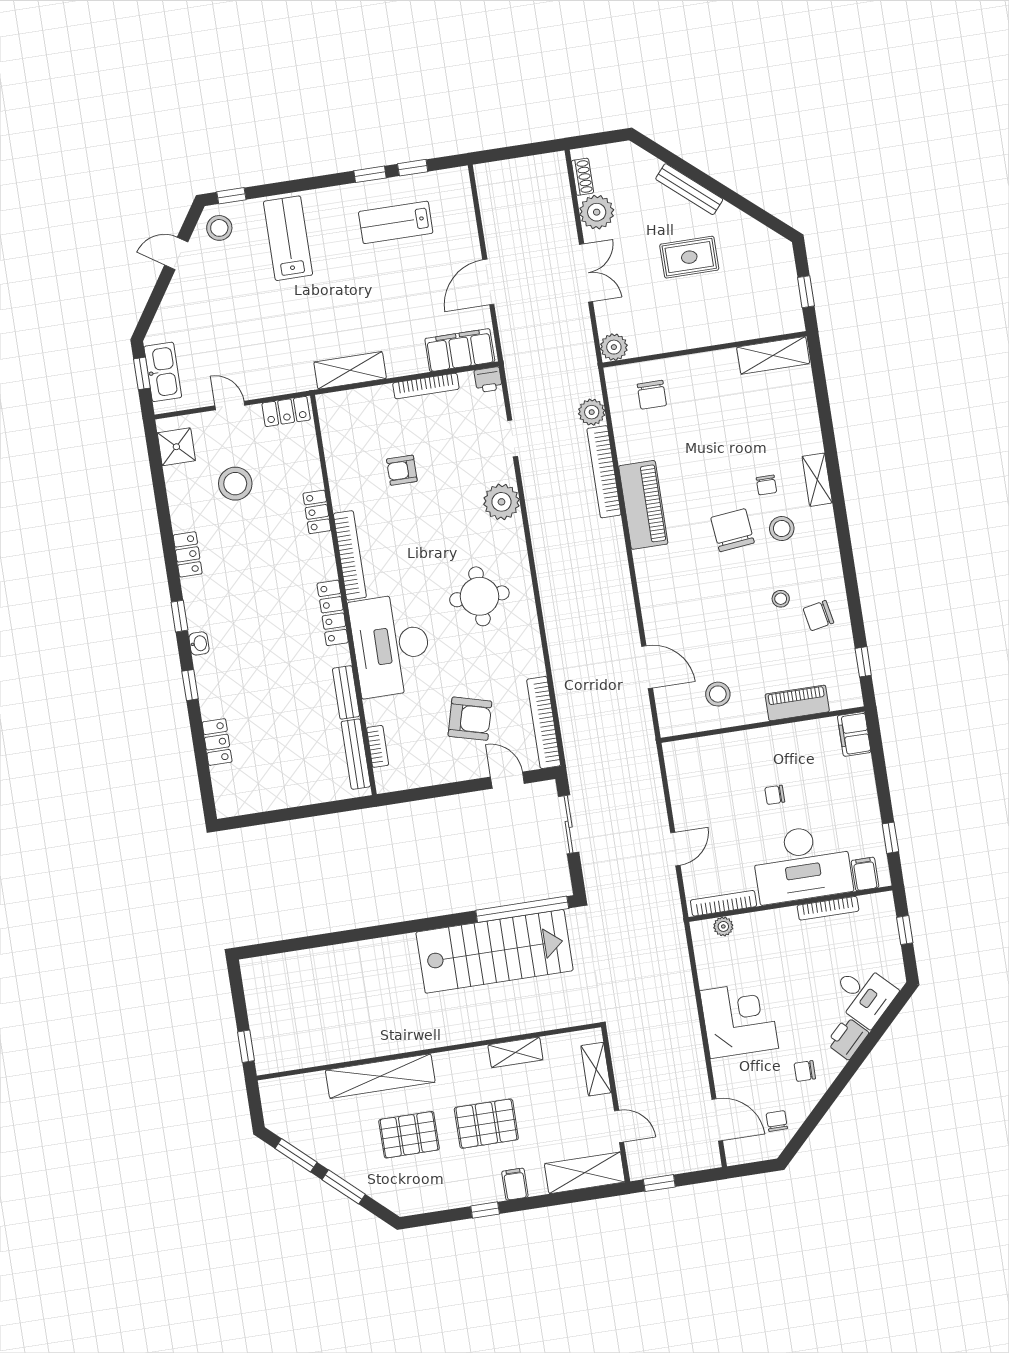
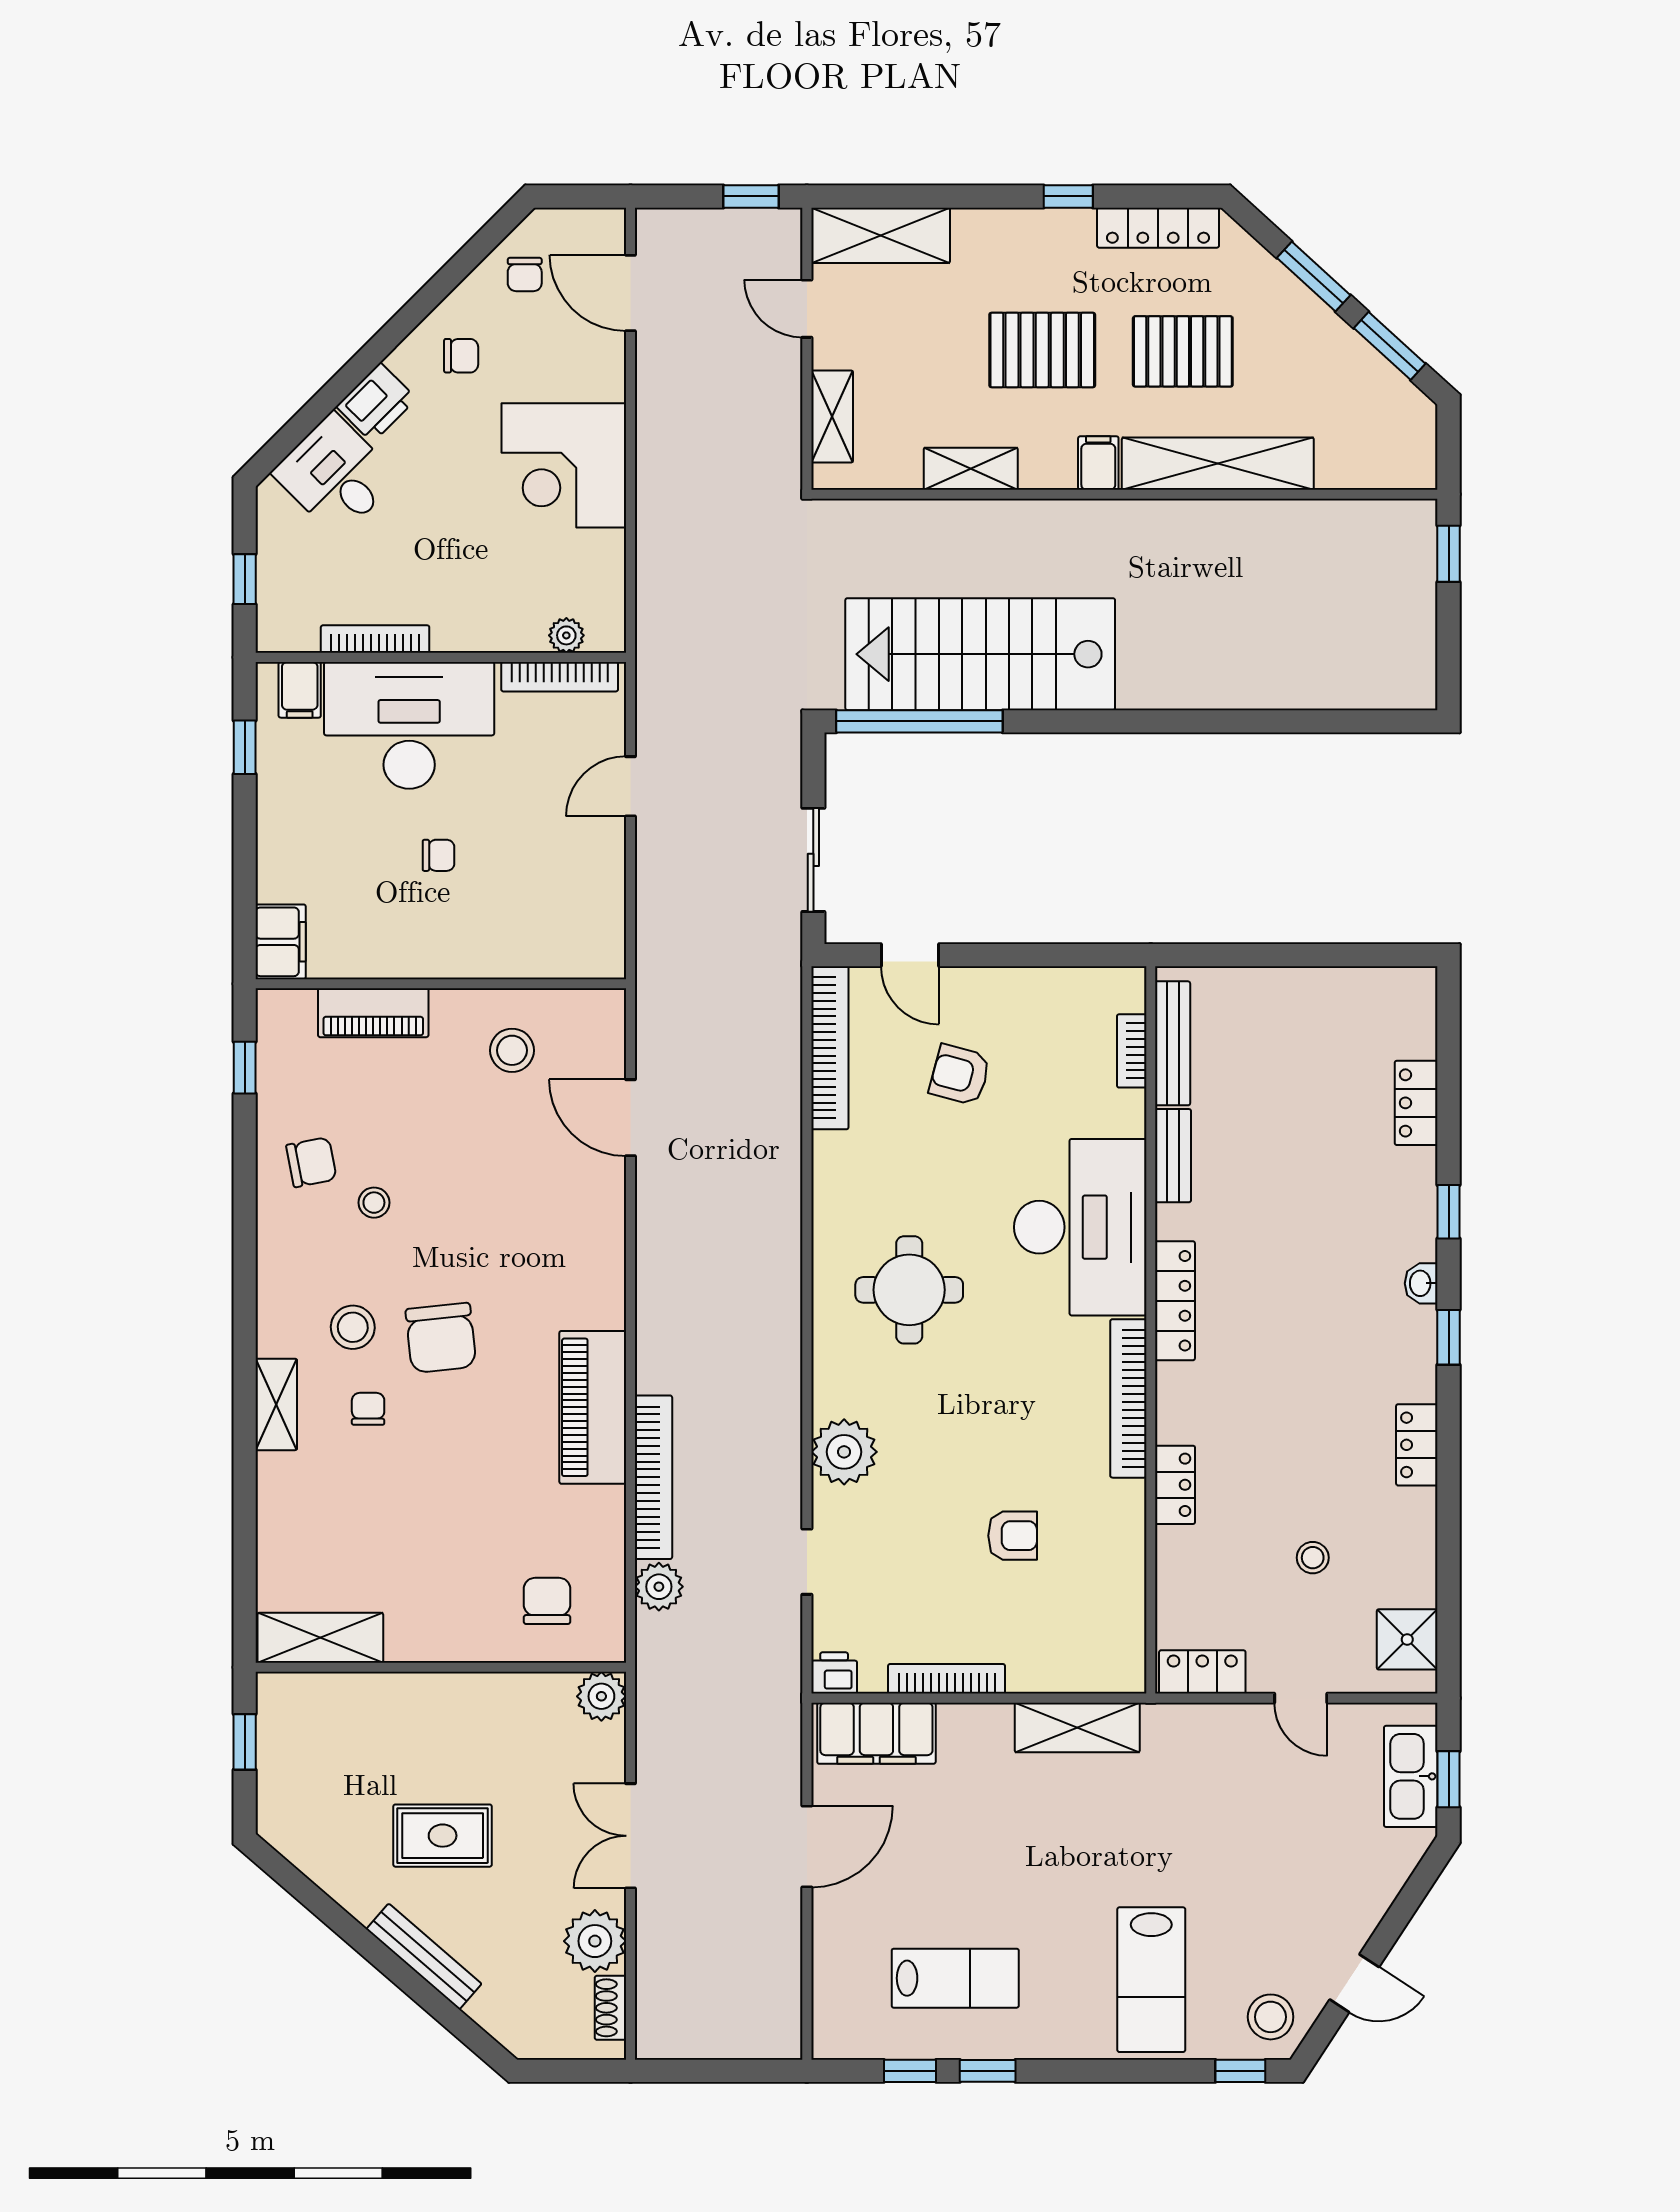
stool: (235, 484) -> (1313, 1558), width x0.53, depth x0.53
armchair: (470, 719) -> (960, 1075), width x0.72, depth x0.72
filing cabinet: (515, 1184) -> (1098, 463), moved, turned 180
locker: (433, 1201) -> (1158, 228), added

